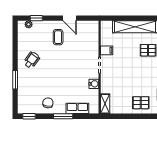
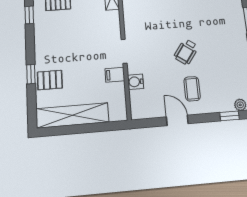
wheelchair: (32, 60) -> (186, 52), moved
water cooler: (94, 84) -> (135, 82), moved

